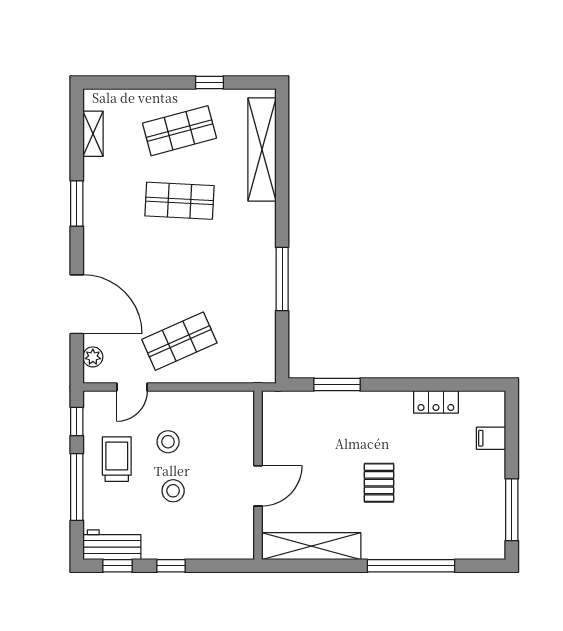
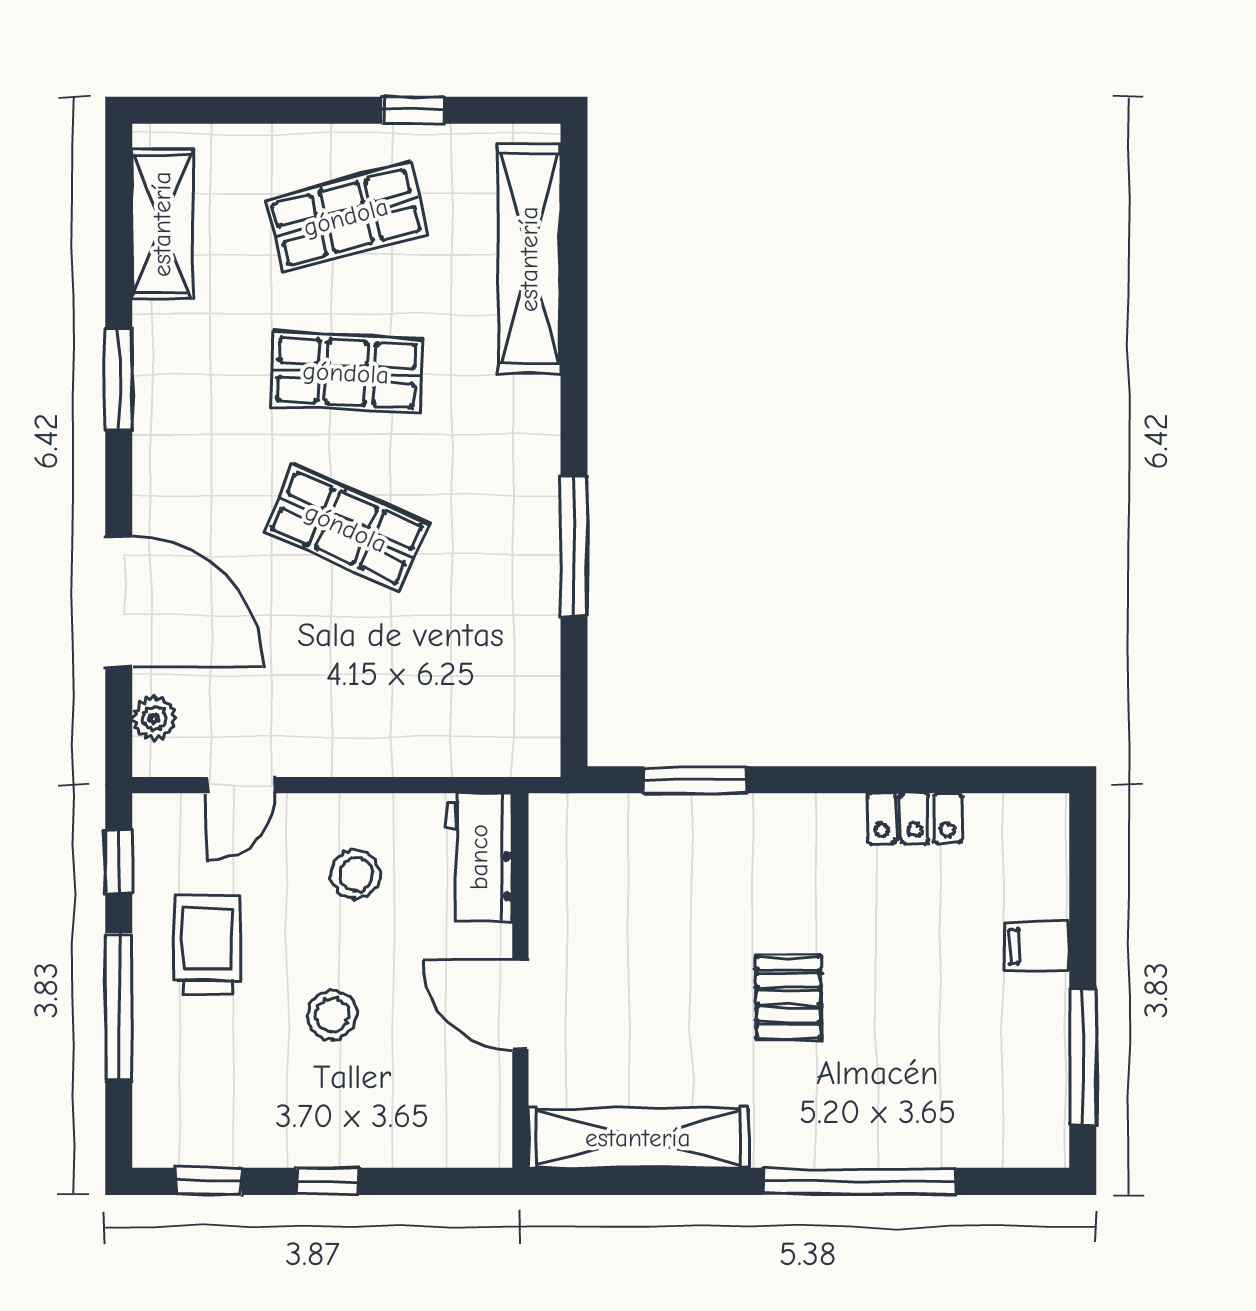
shelving: (93, 134) -> (162, 224), width x1.50, depth x1.33
shop shelf: (179, 341) -> (346, 528), moved, turned 48
filing cabinet: (491, 438) -> (1037, 947), moved
stool: (168, 442) -> (356, 874), moved
door: (258, 486) -> (520, 1004), swing flipped
workbench: (112, 545) -> (479, 857), moved, turned -90

